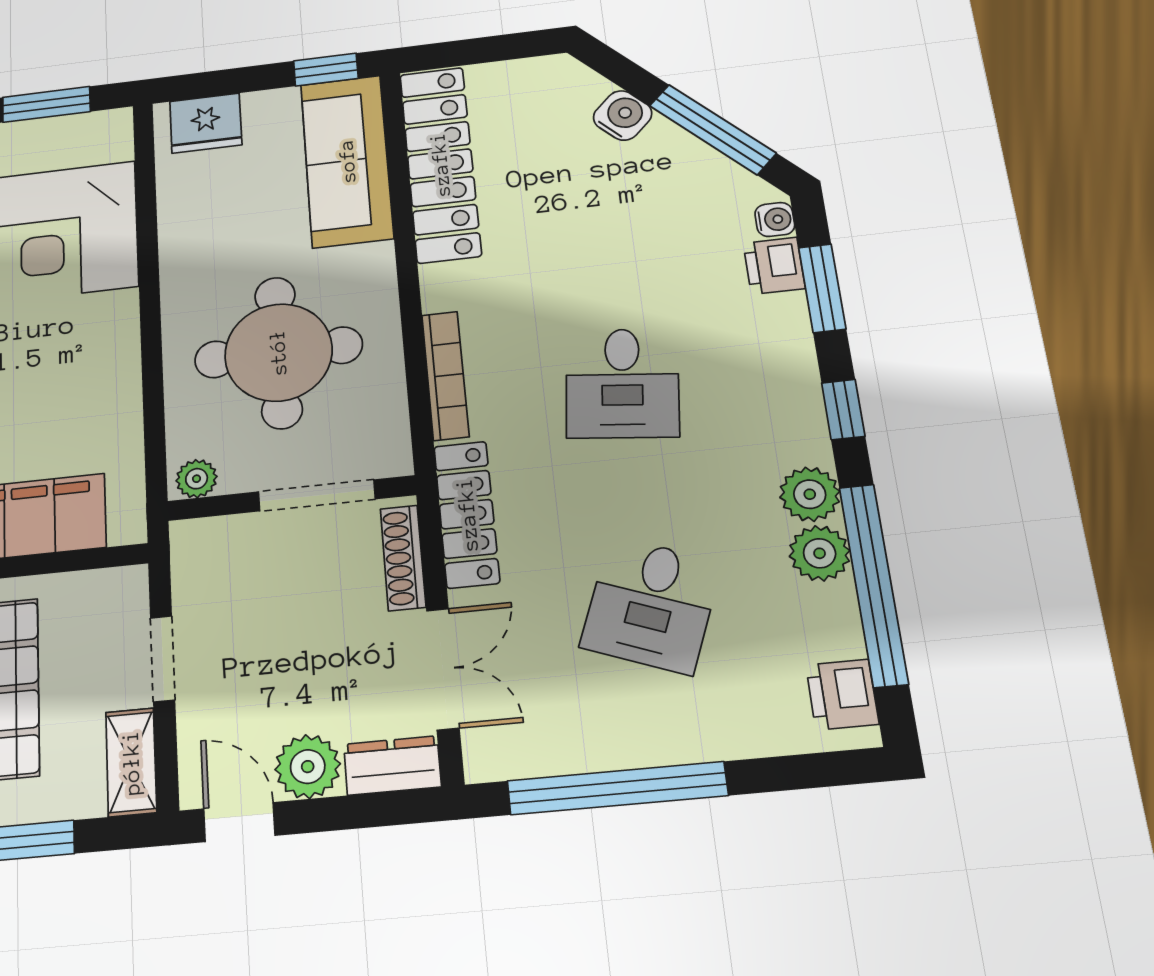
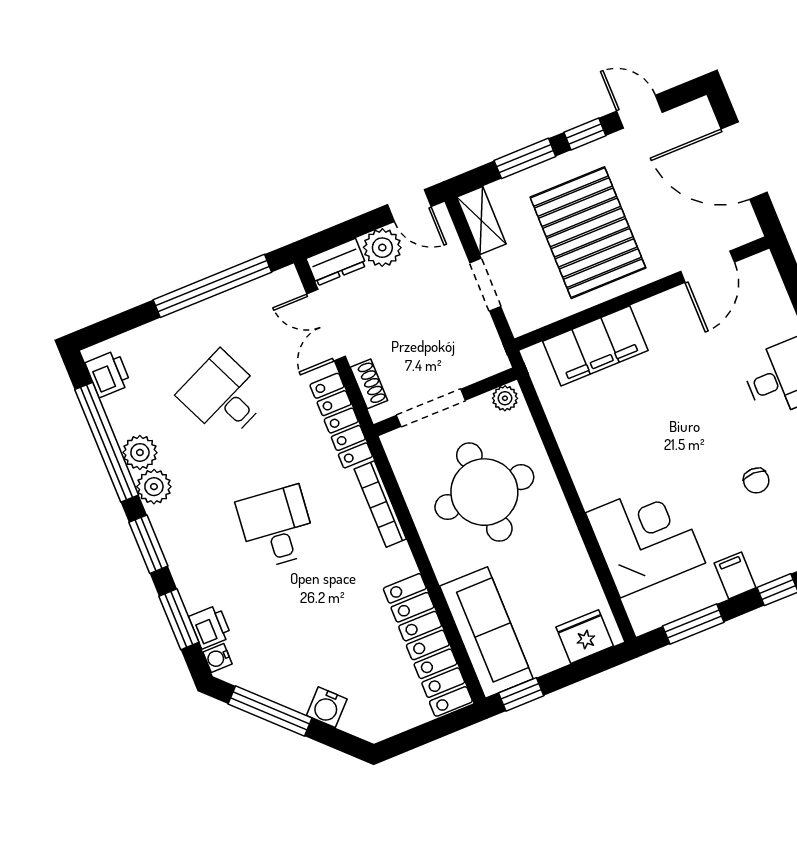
window: (843, 410) -> (148, 544), width x1.50
shoe rack: (403, 558) -> (369, 384), width x0.70
desk: (651, 605) -> (223, 396), turned -45

